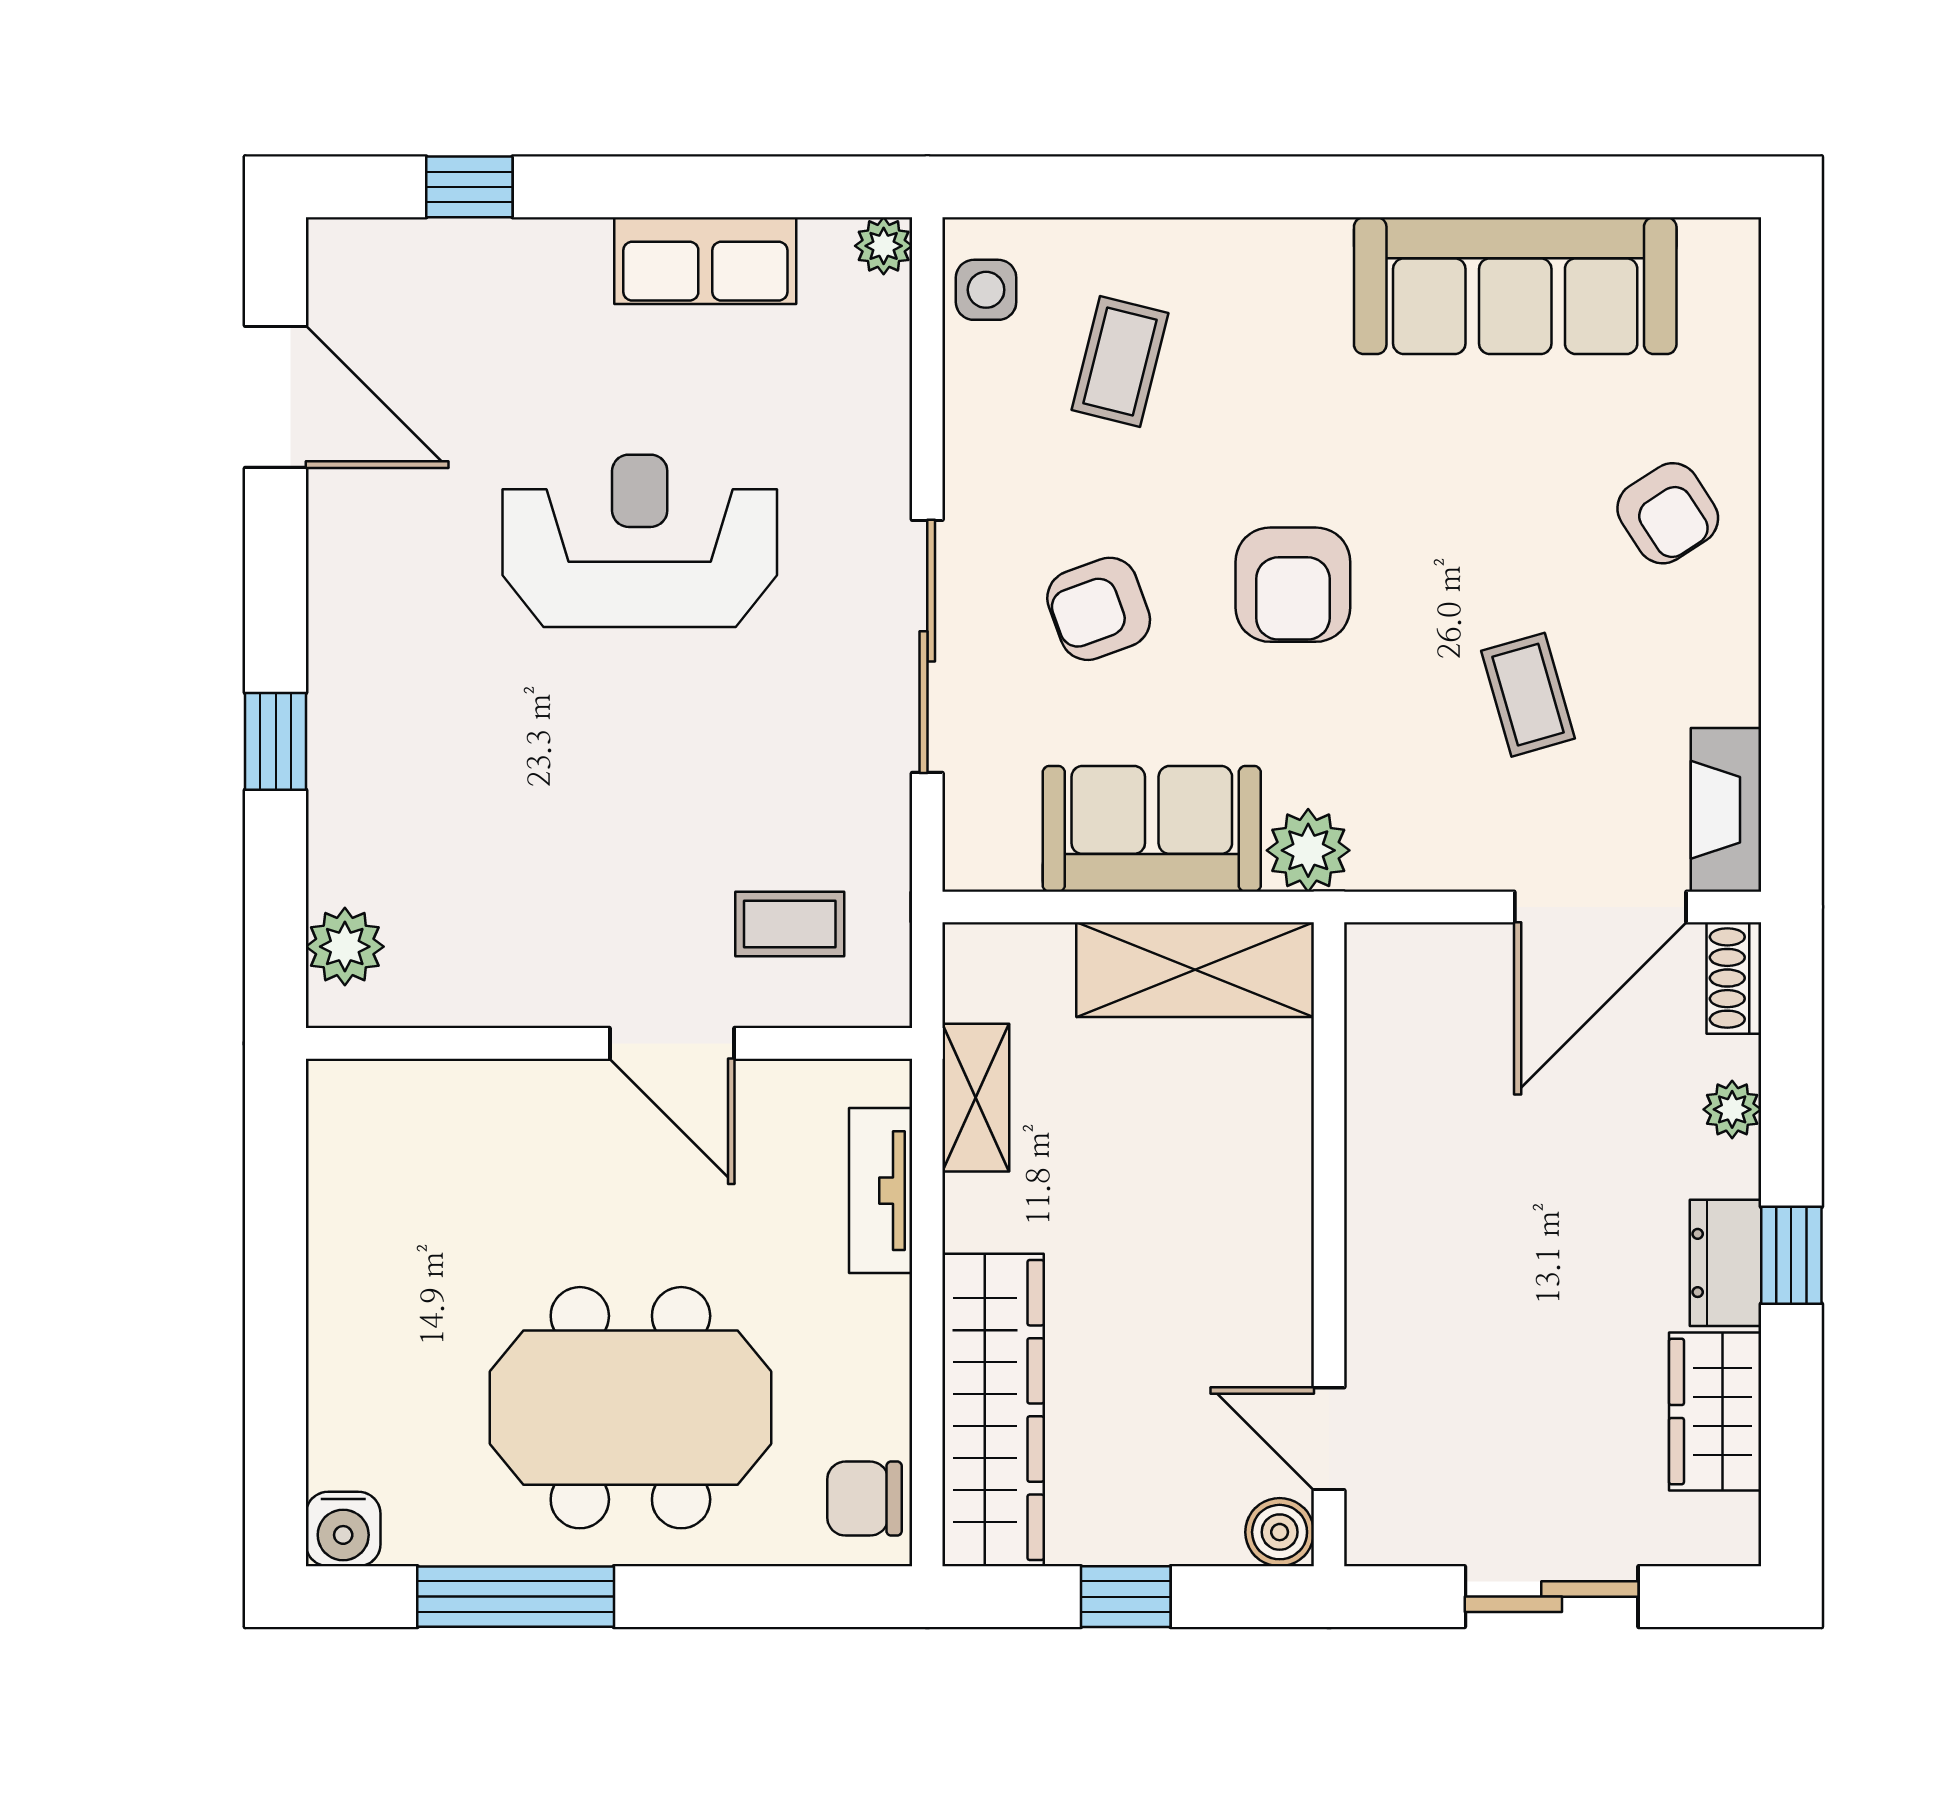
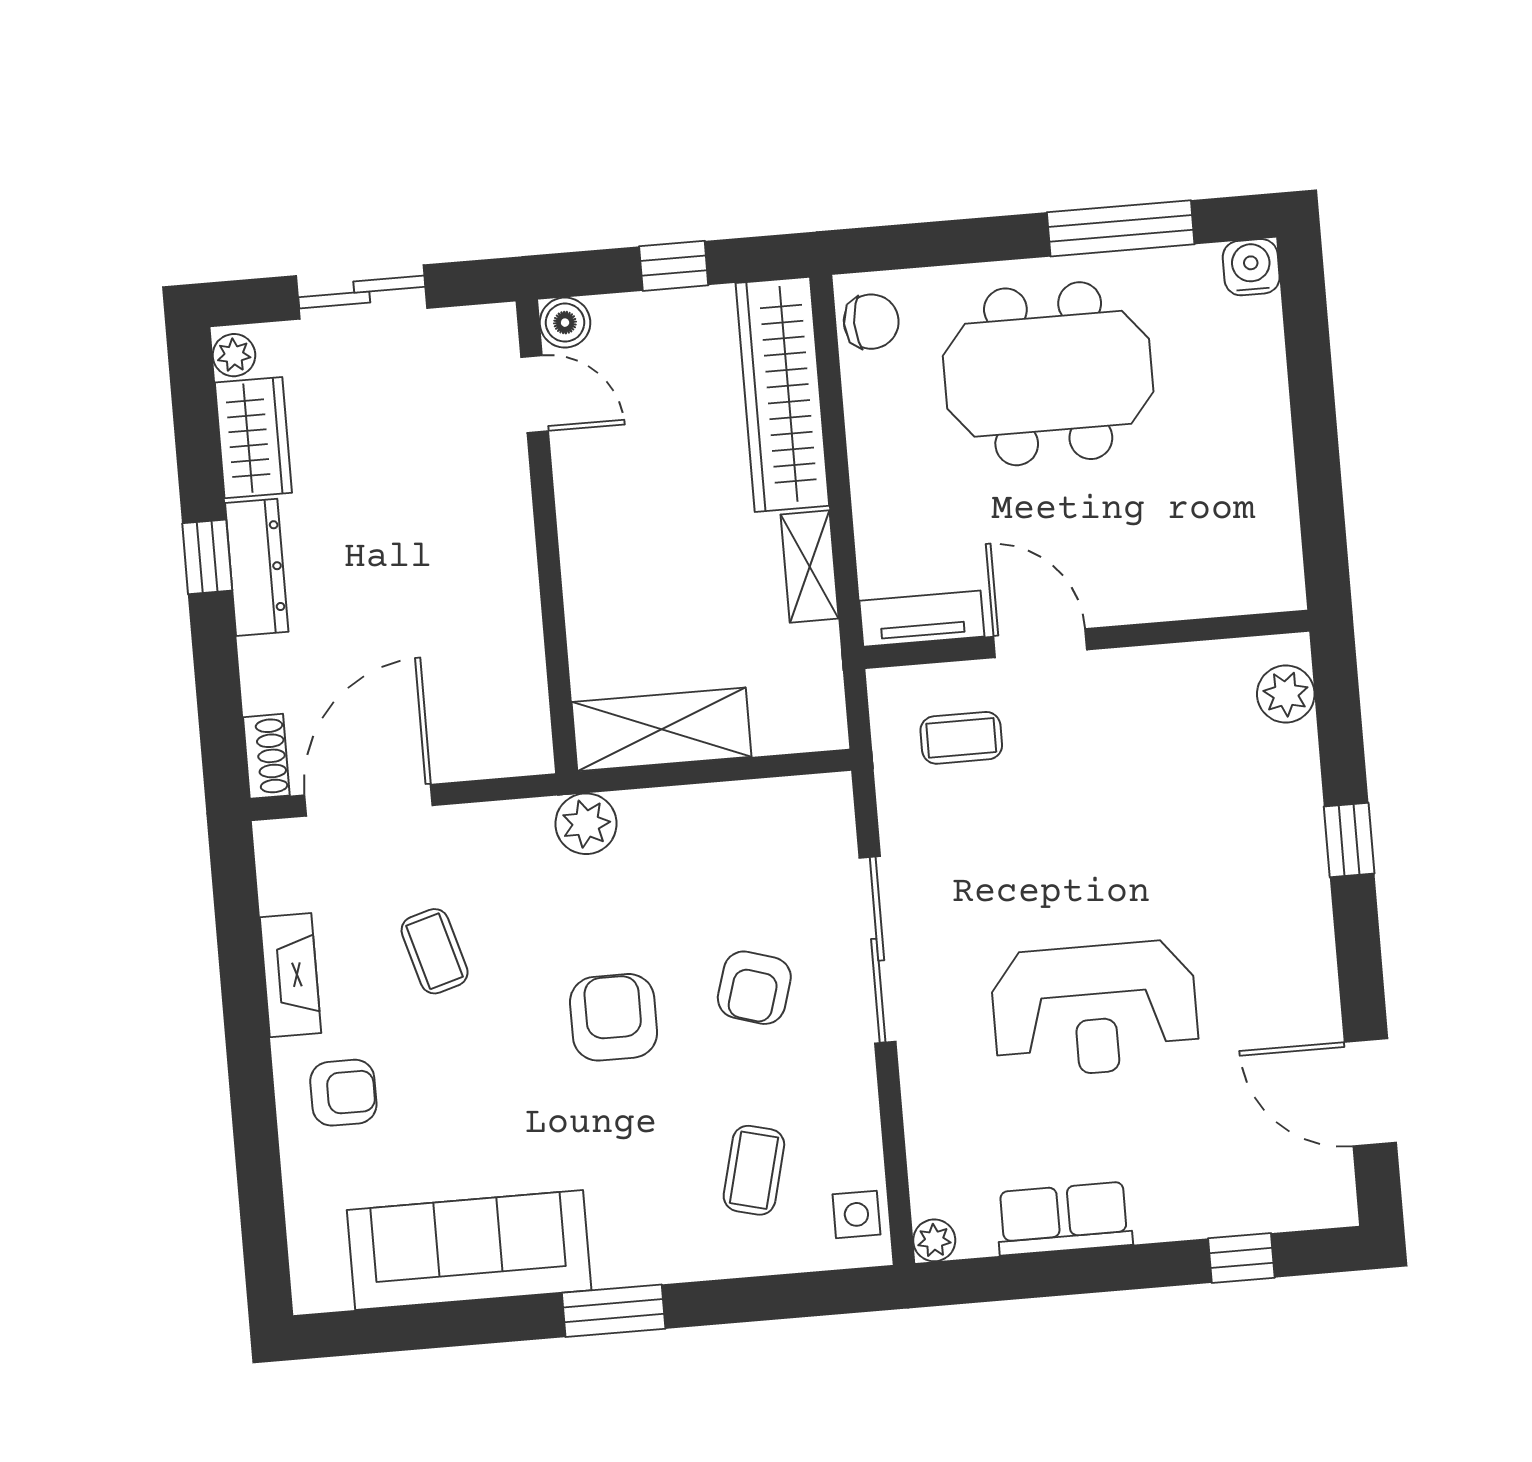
window: (1326, 187) -> (614, 1311), added
armchair: (1668, 513) -> (343, 1093), turned 123
armchair: (1099, 609) -> (754, 988), turned 127
fireplace: (1726, 810) -> (291, 975), moved
sofa: (1152, 829) -> (702, 830), removed
shelving: (976, 1098) -> (810, 567), moved
plant: (1732, 1109) -> (234, 355), moved
tv unit: (881, 1191) -> (922, 619), moved, turned -90
dresser: (1725, 1263) -> (257, 567), width x1.44

